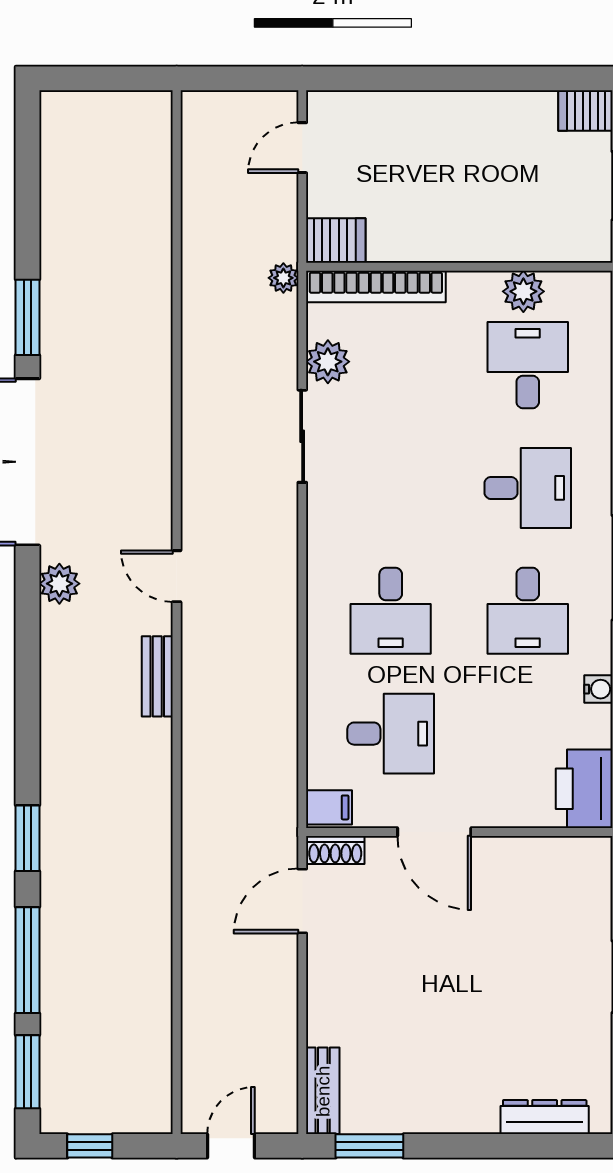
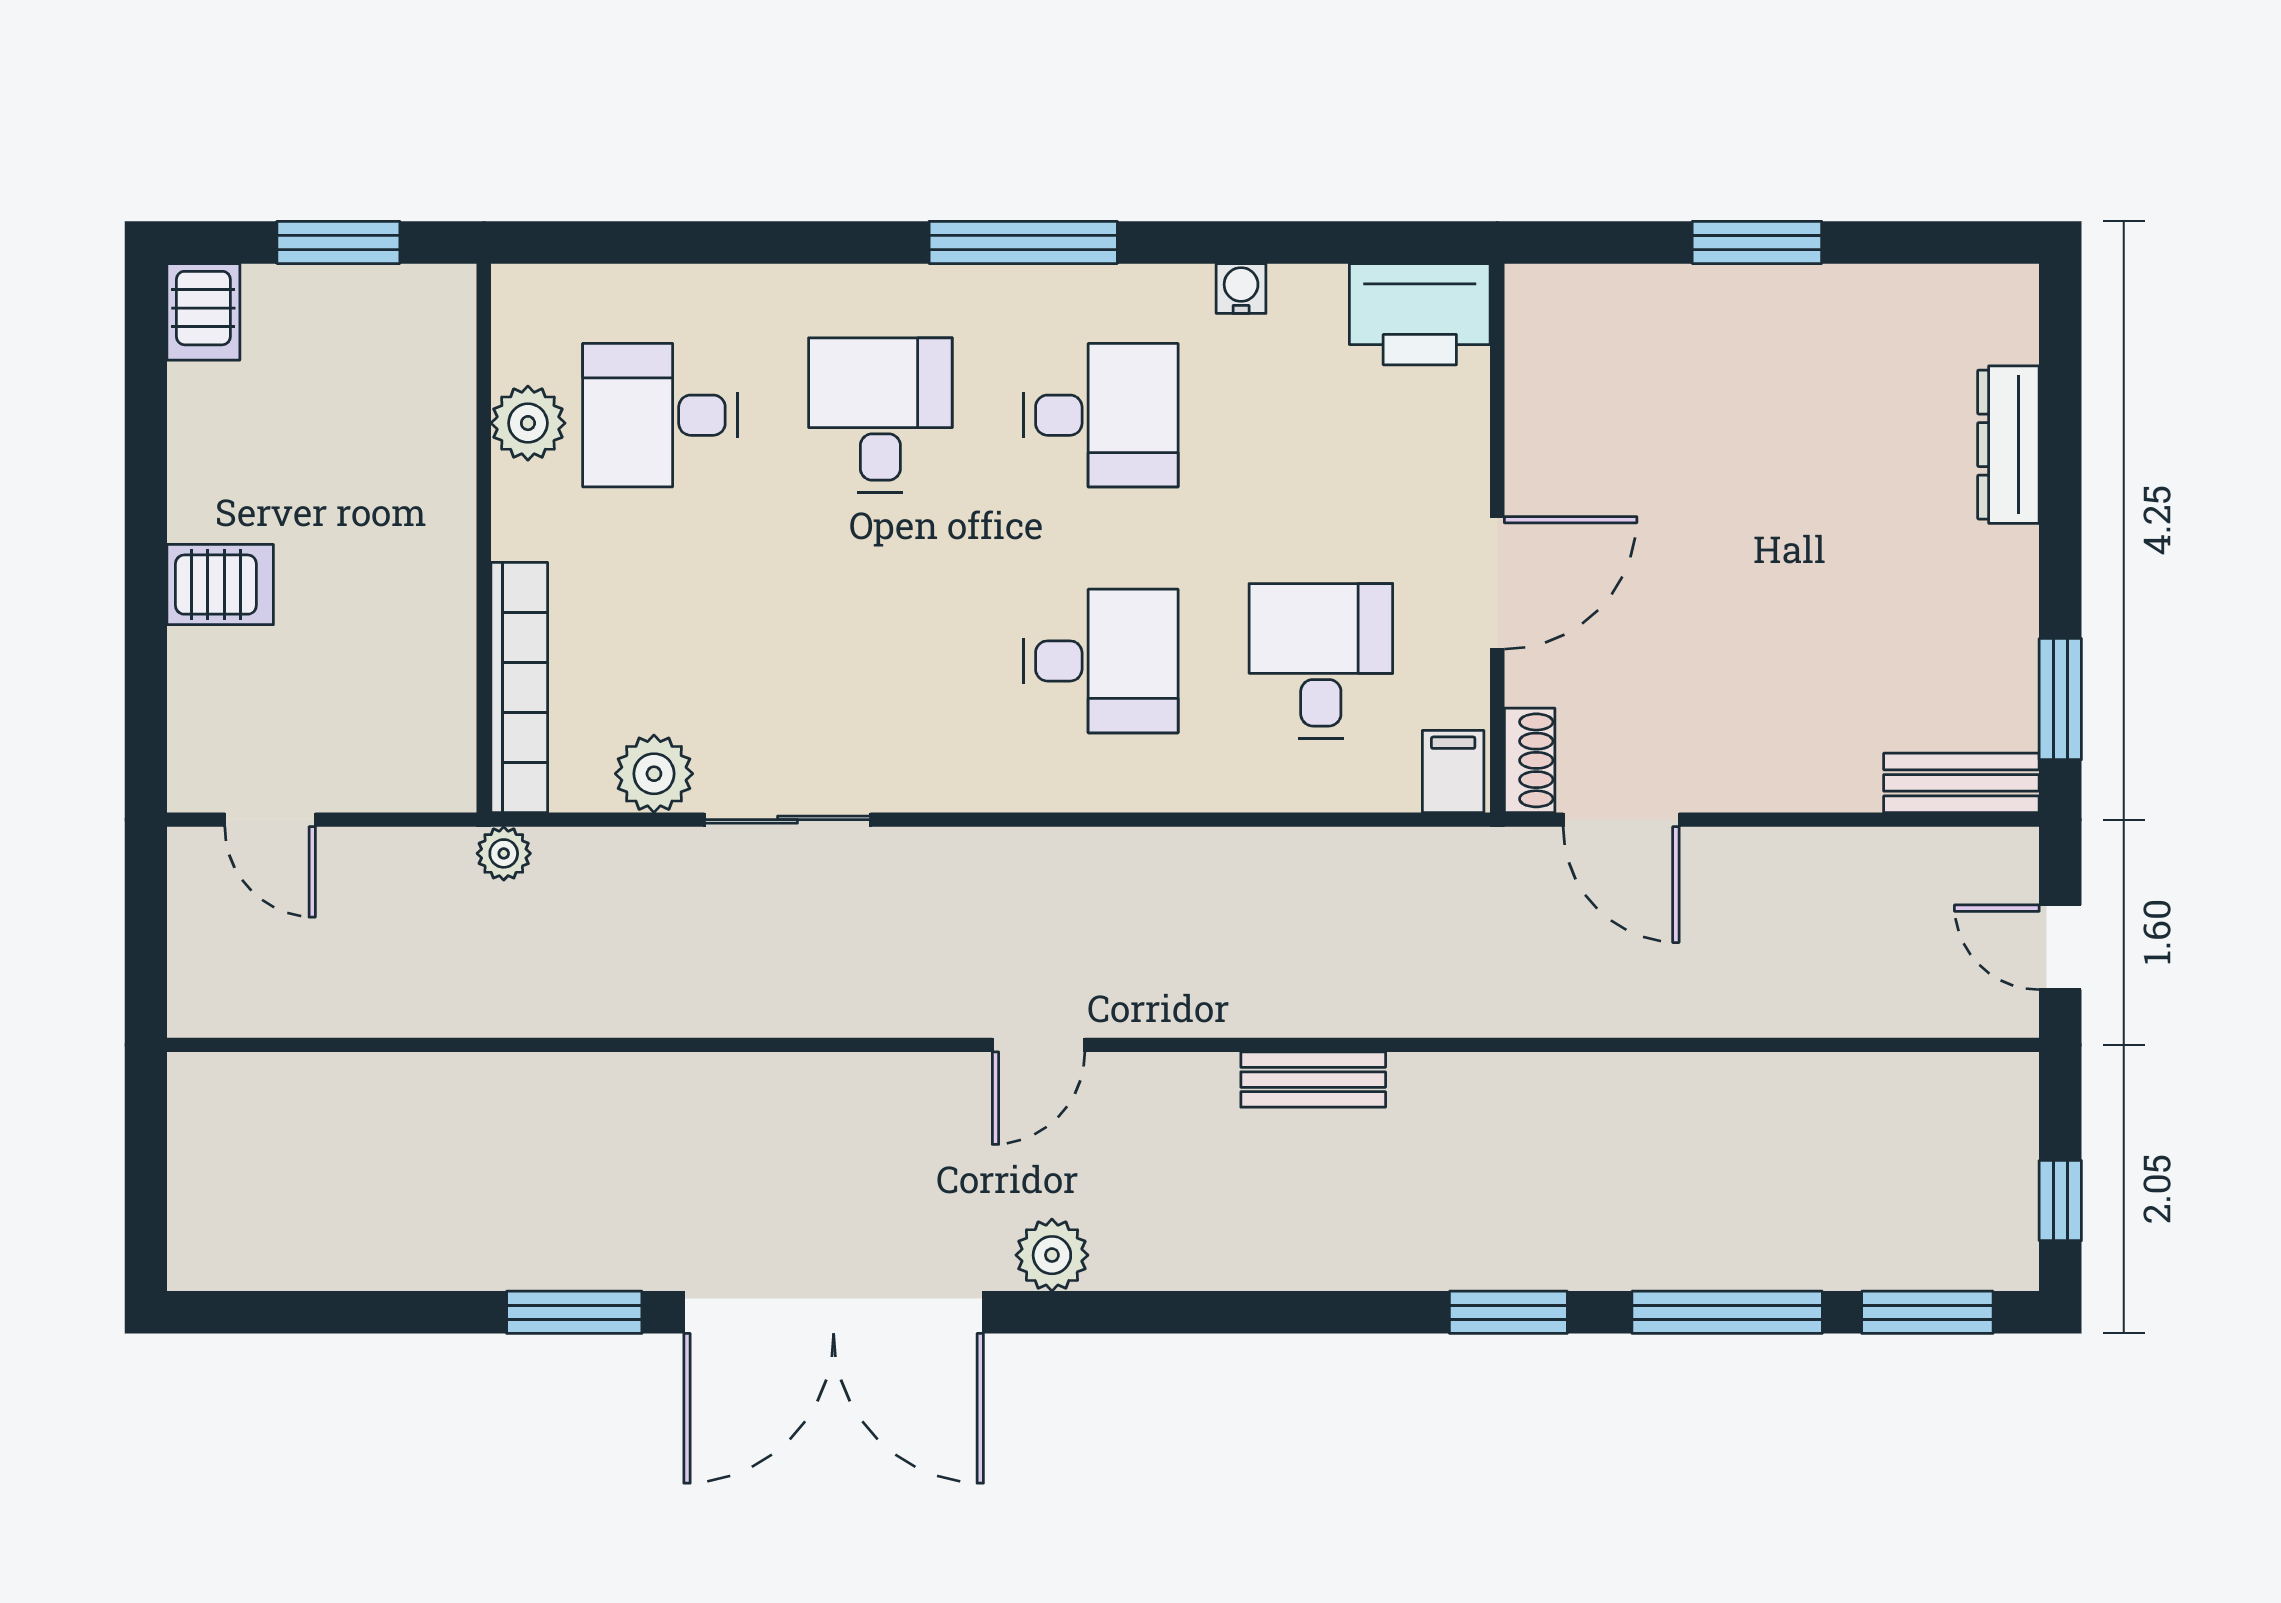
server rack: (336, 241) -> (220, 585), moved, turned 90
bench: (157, 676) -> (1313, 1080), moved
dresser: (545, 1117) -> (2008, 445), moved

